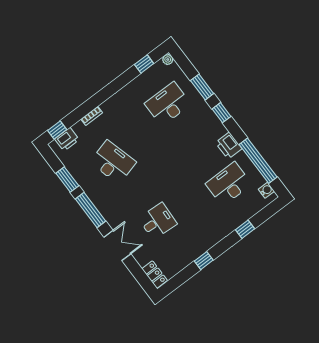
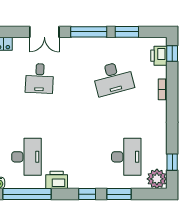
plant: (168, 59) -> (157, 179), width x1.88, depth x1.88

